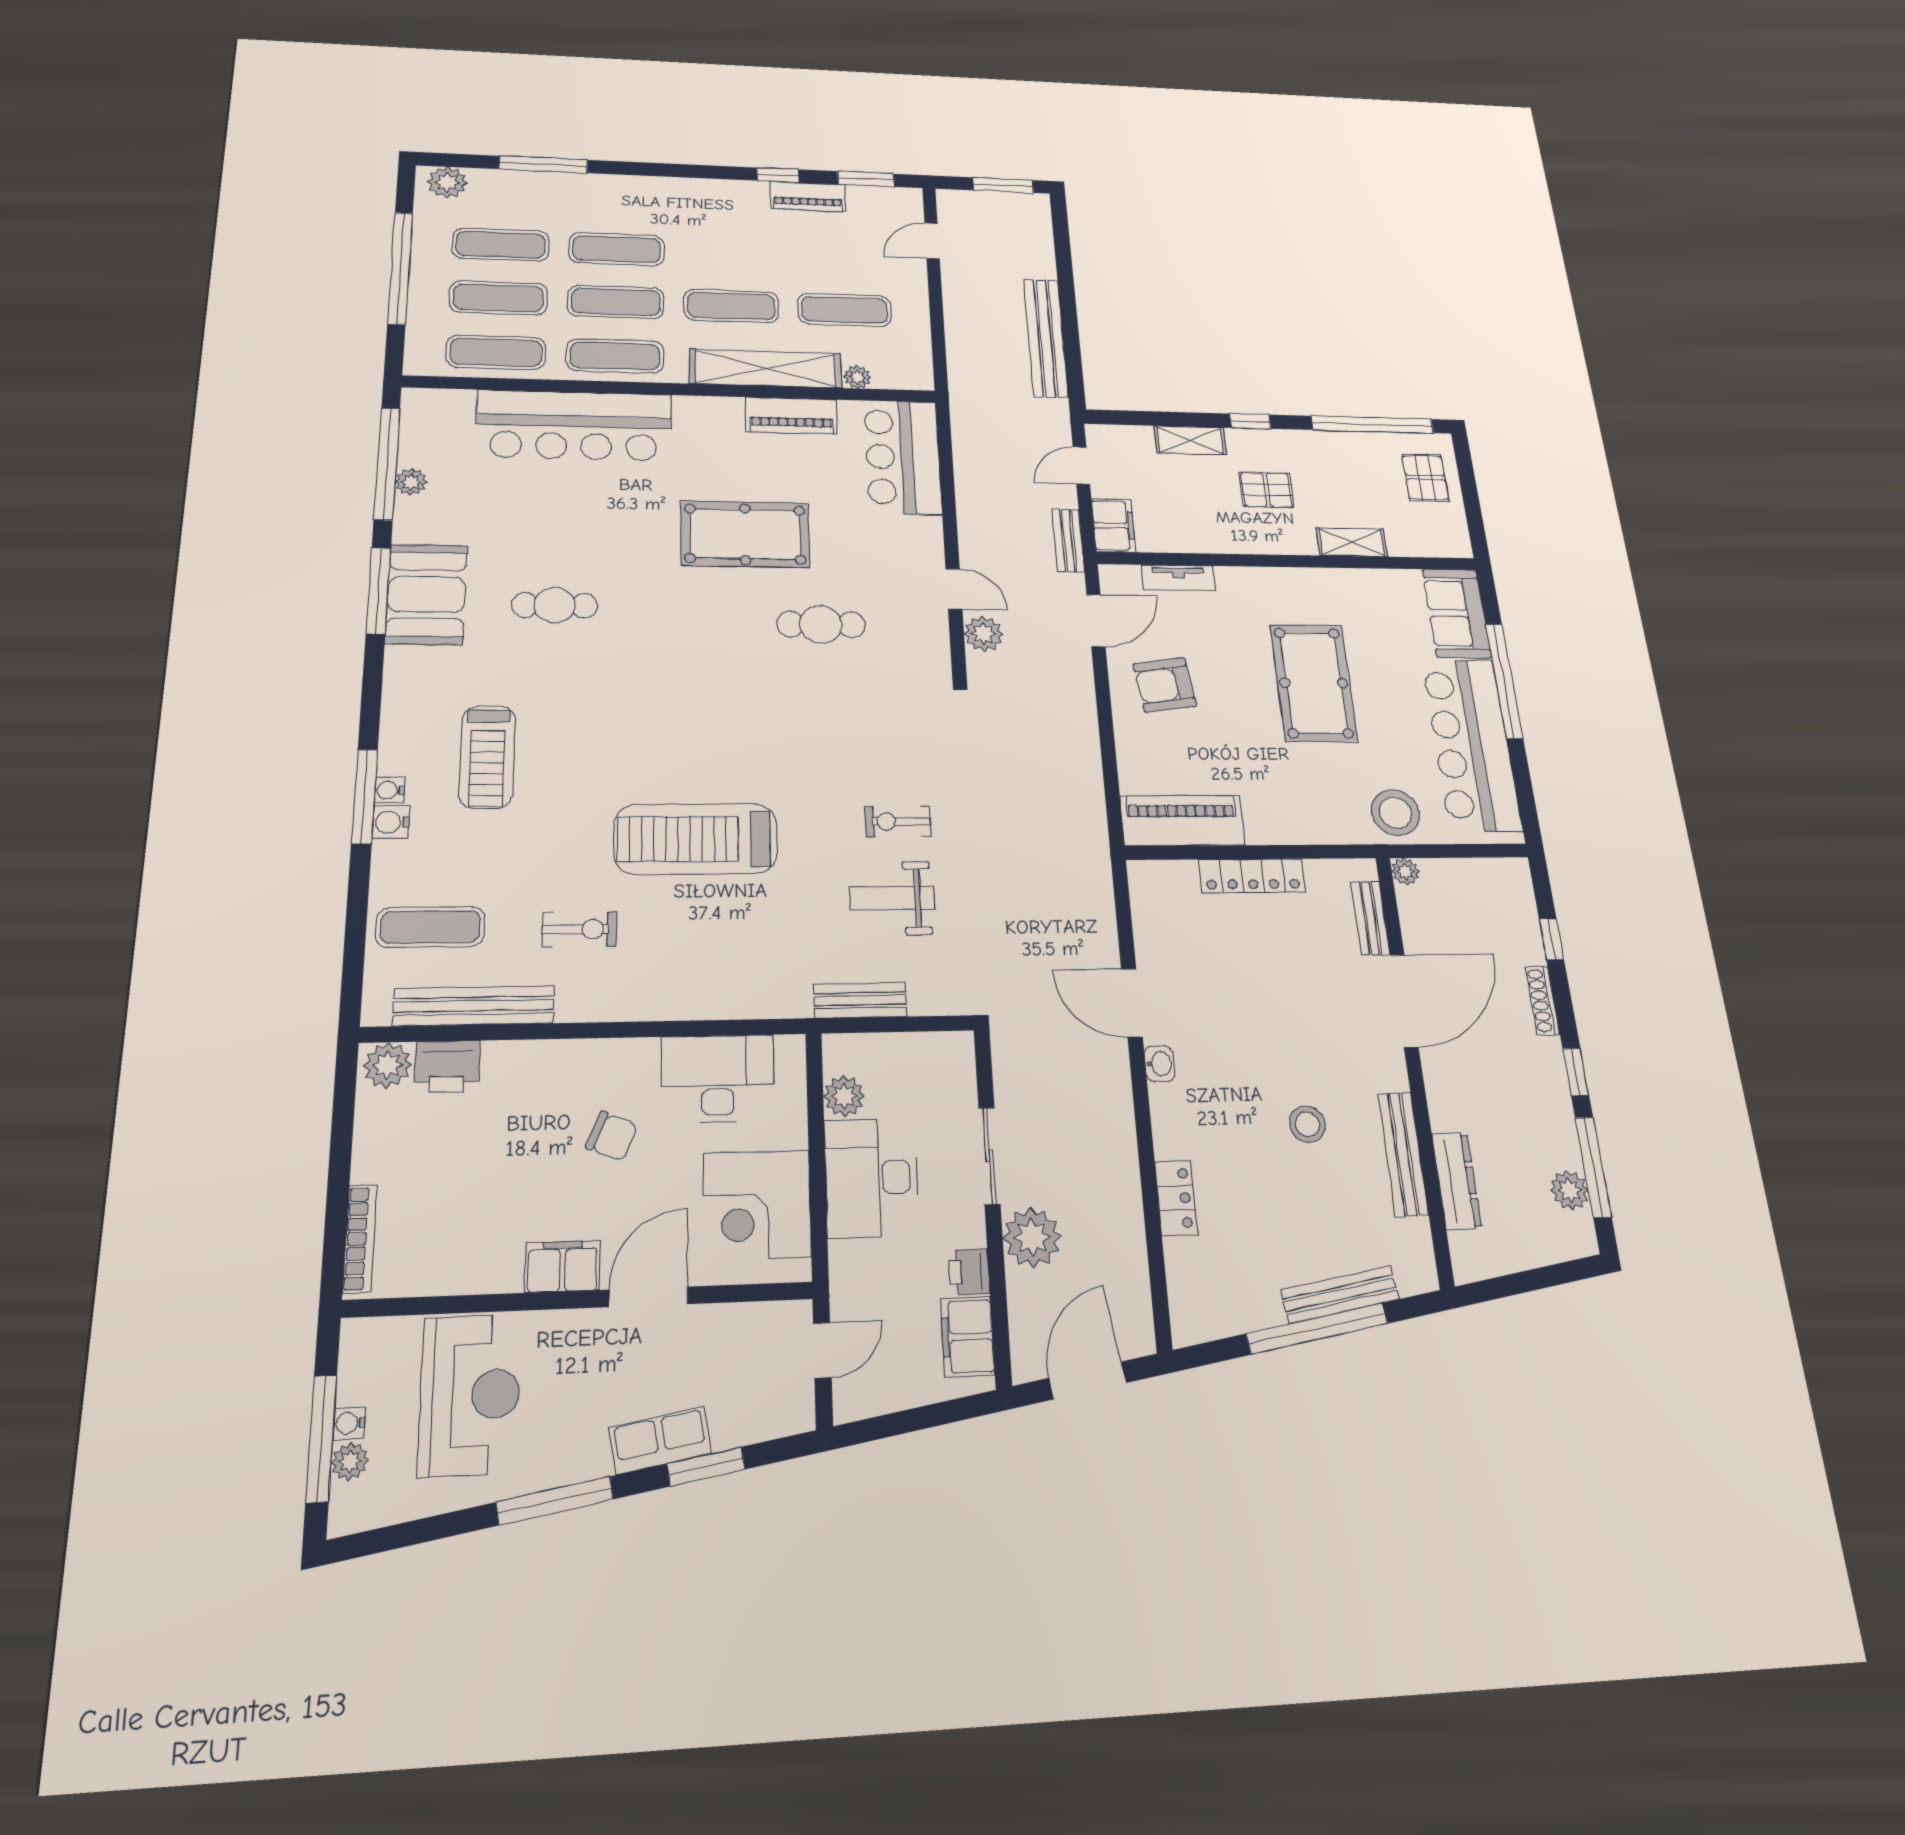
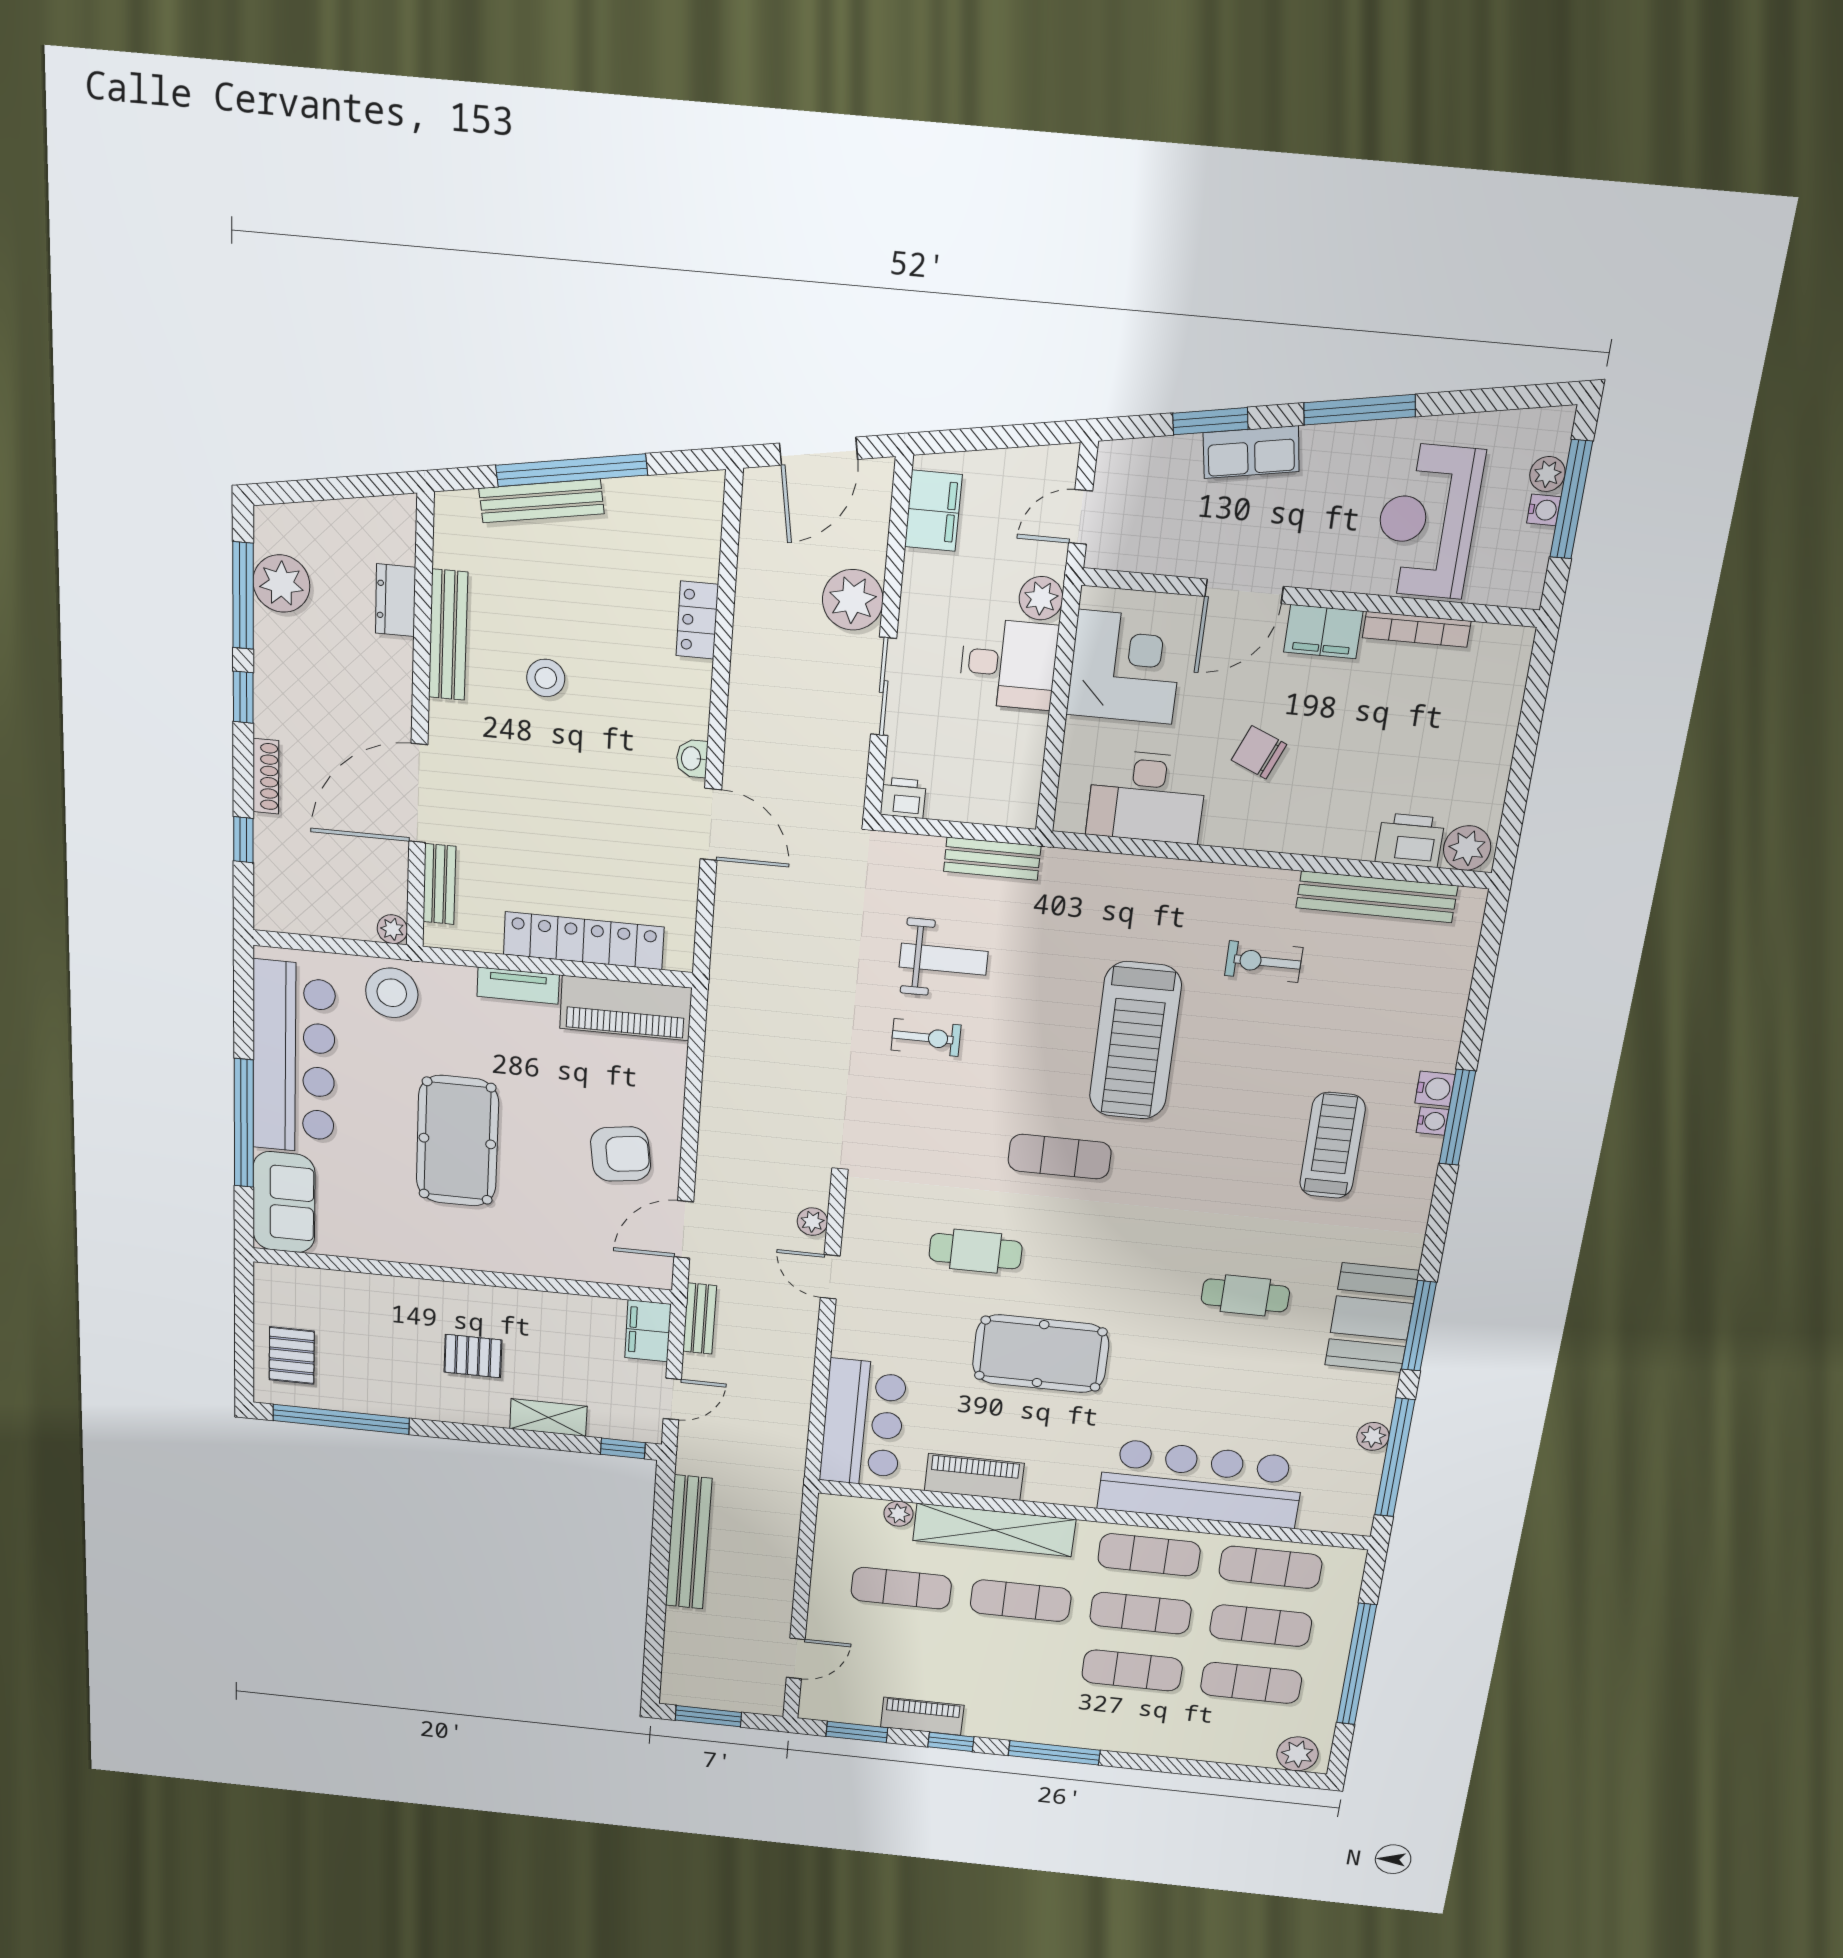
window: (543, 164) -> (1054, 1753), moved
window: (1250, 421) -> (623, 1448), moved
shelving: (1352, 542) -> (388, 1291), removed
tv unit: (1179, 578) -> (518, 986), moved, turned 180
plant: (983, 634) -> (812, 1222), width x0.73, depth x0.73
treadmill: (696, 839) -> (1135, 1041), turned 90
locker: (1252, 876) -> (584, 941), width x1.41, depth x1.21
exercise mat: (430, 927) -> (1060, 1157), moved
plant: (844, 1096) -> (1041, 598), moved
desk: (872, 1178) -> (1008, 664), width x0.73
dresser: (1457, 1181) -> (395, 600), width x0.70
plant: (1569, 1190) -> (281, 584), width x1.36, depth x1.36
bookcase: (360, 1239) -> (1417, 629), moved, turned -90
printer: (969, 1272) -> (903, 798), moved, turned -90

